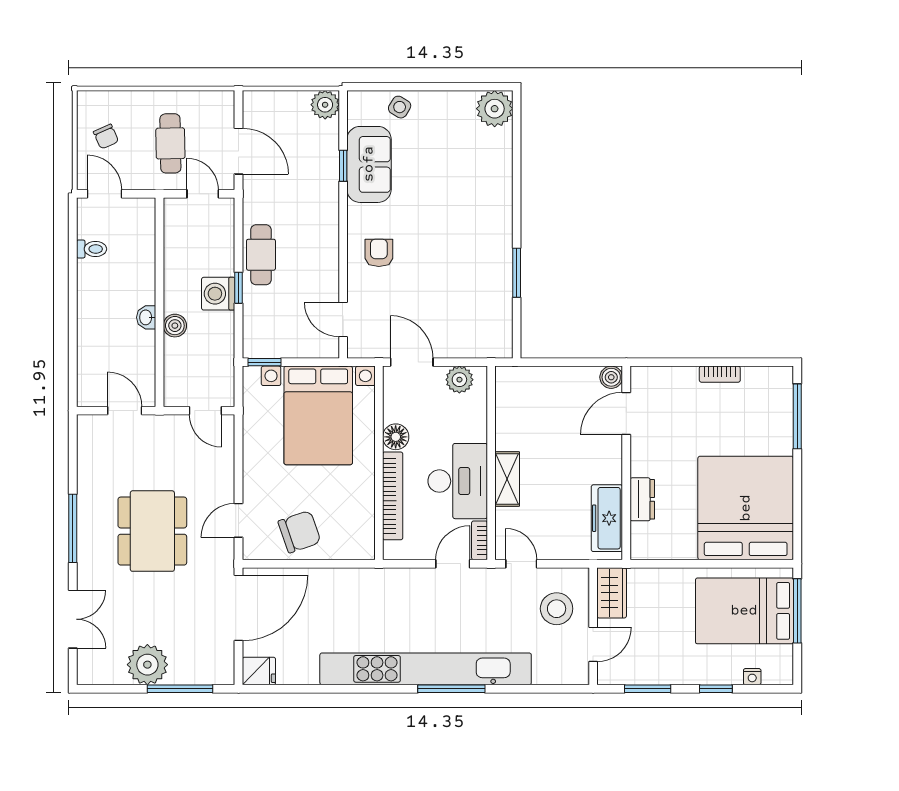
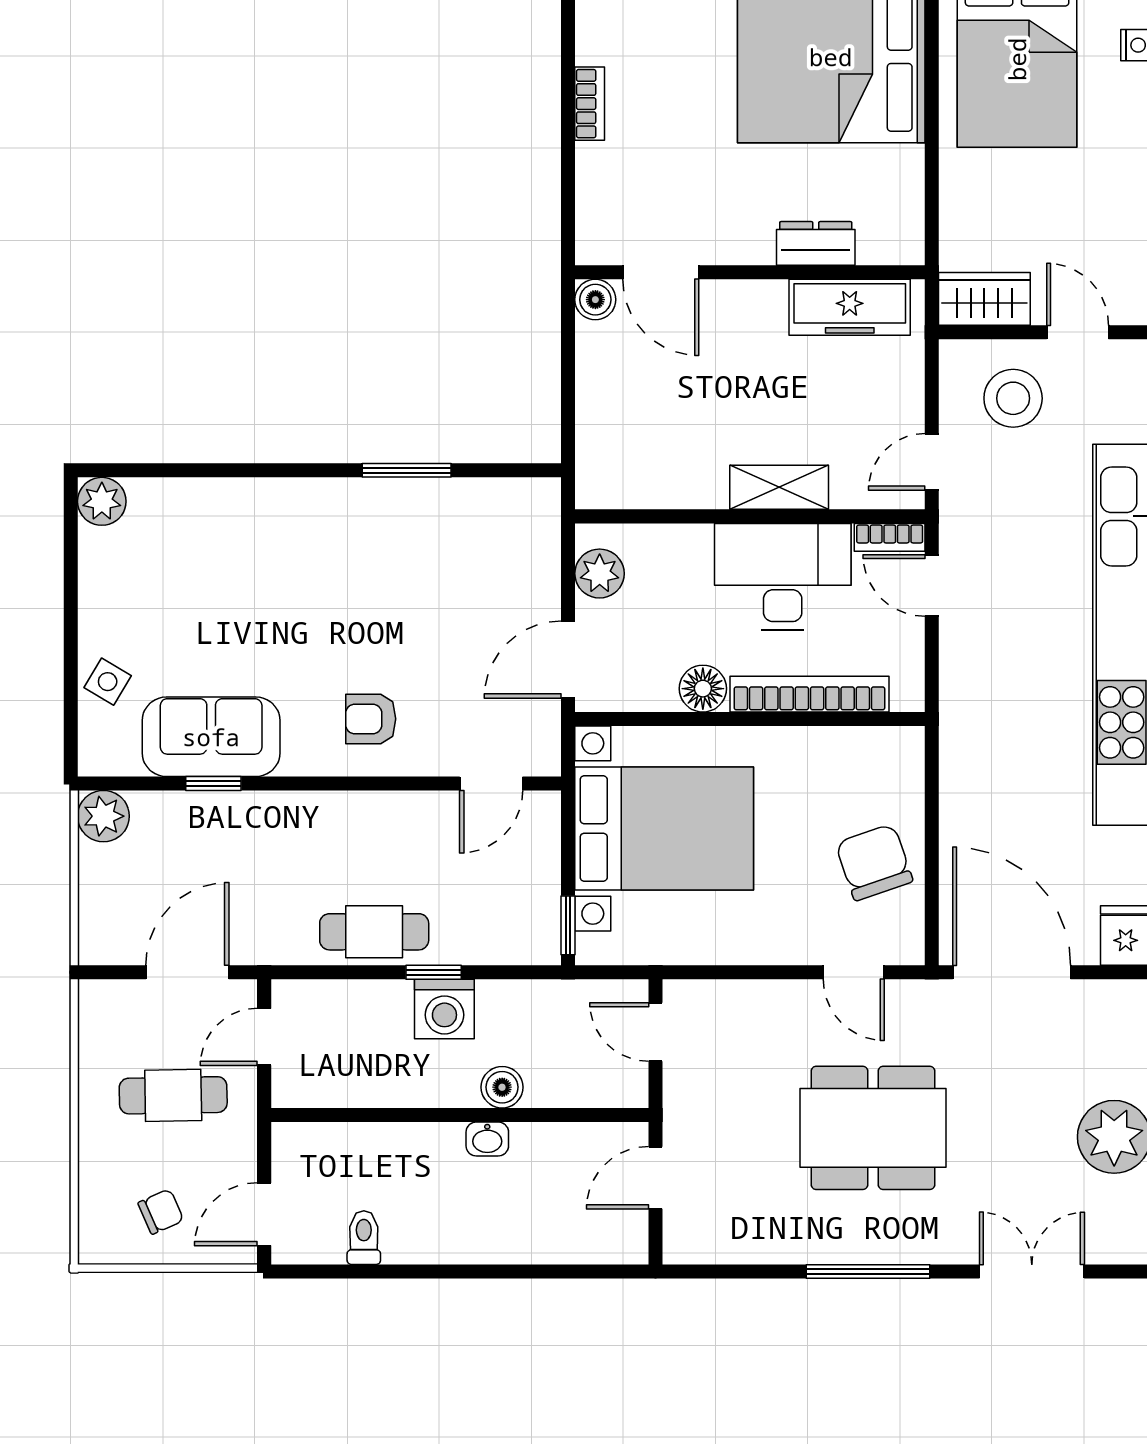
plant: (495, 109) -> (102, 501), width x0.73, depth x0.73
door: (205, 411) -> (656, 1032), swing flipped

